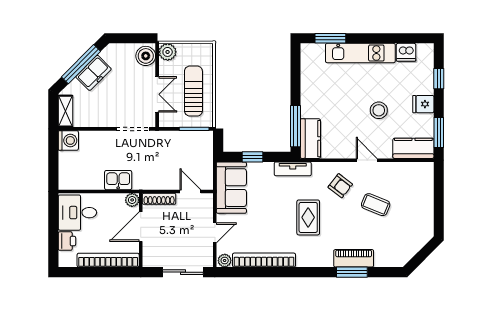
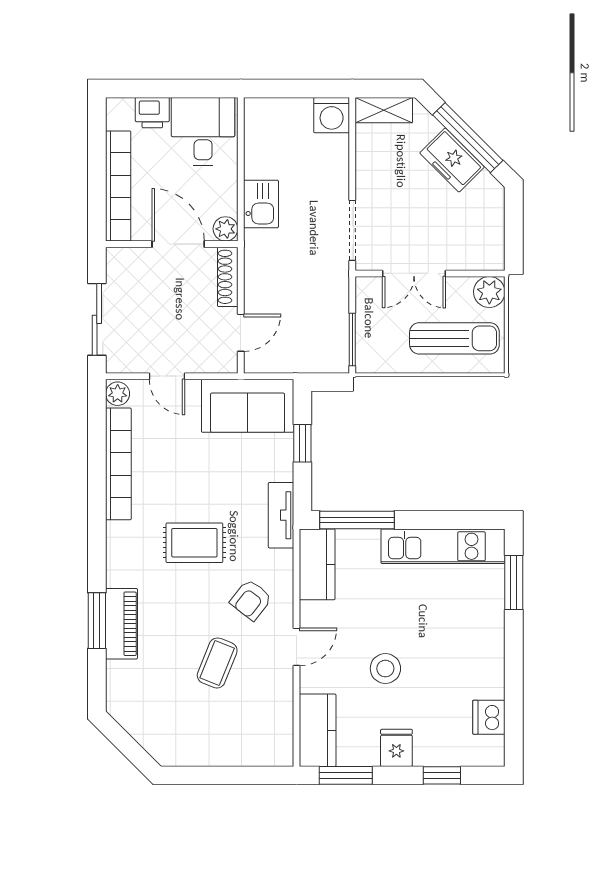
kitchen unit: (360, 53) -> (443, 546), moved, turned -90
boiler: (146, 56) -> (482, 253), removed
sun lounger: (193, 91) -> (454, 338), moved
kitchen counter: (310, 139) -> (317, 564), moved, turned -90

